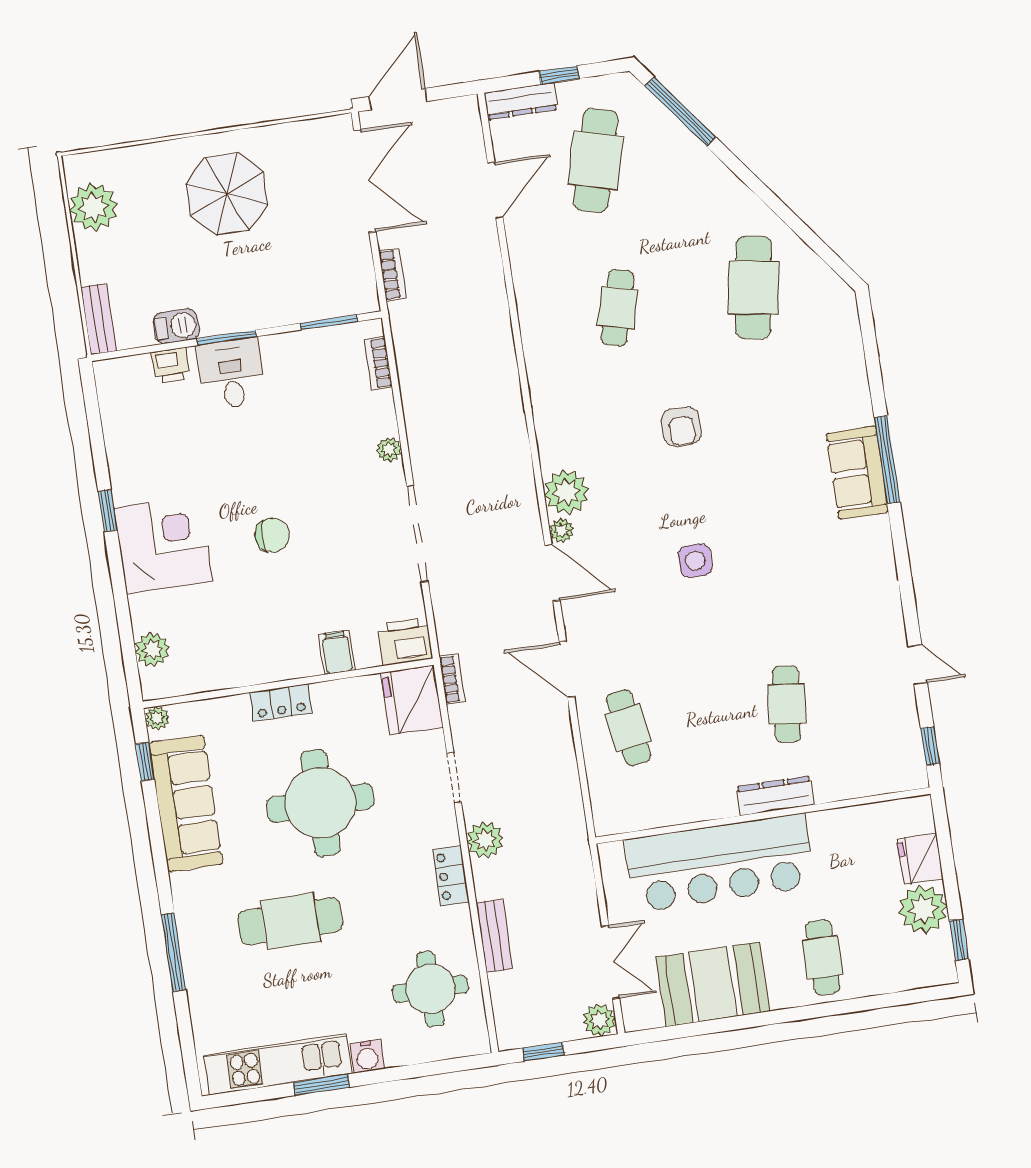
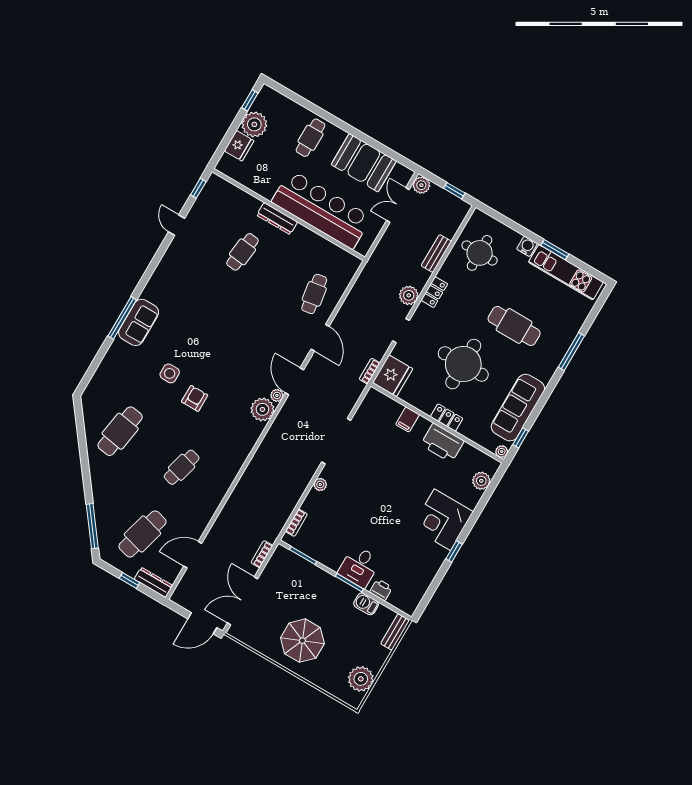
chair: (272, 535) -> (395, 488), removed
side table: (695, 561) -> (170, 373), moved
printer: (405, 642) -> (442, 443), moved, width x1.37, depth x1.19

